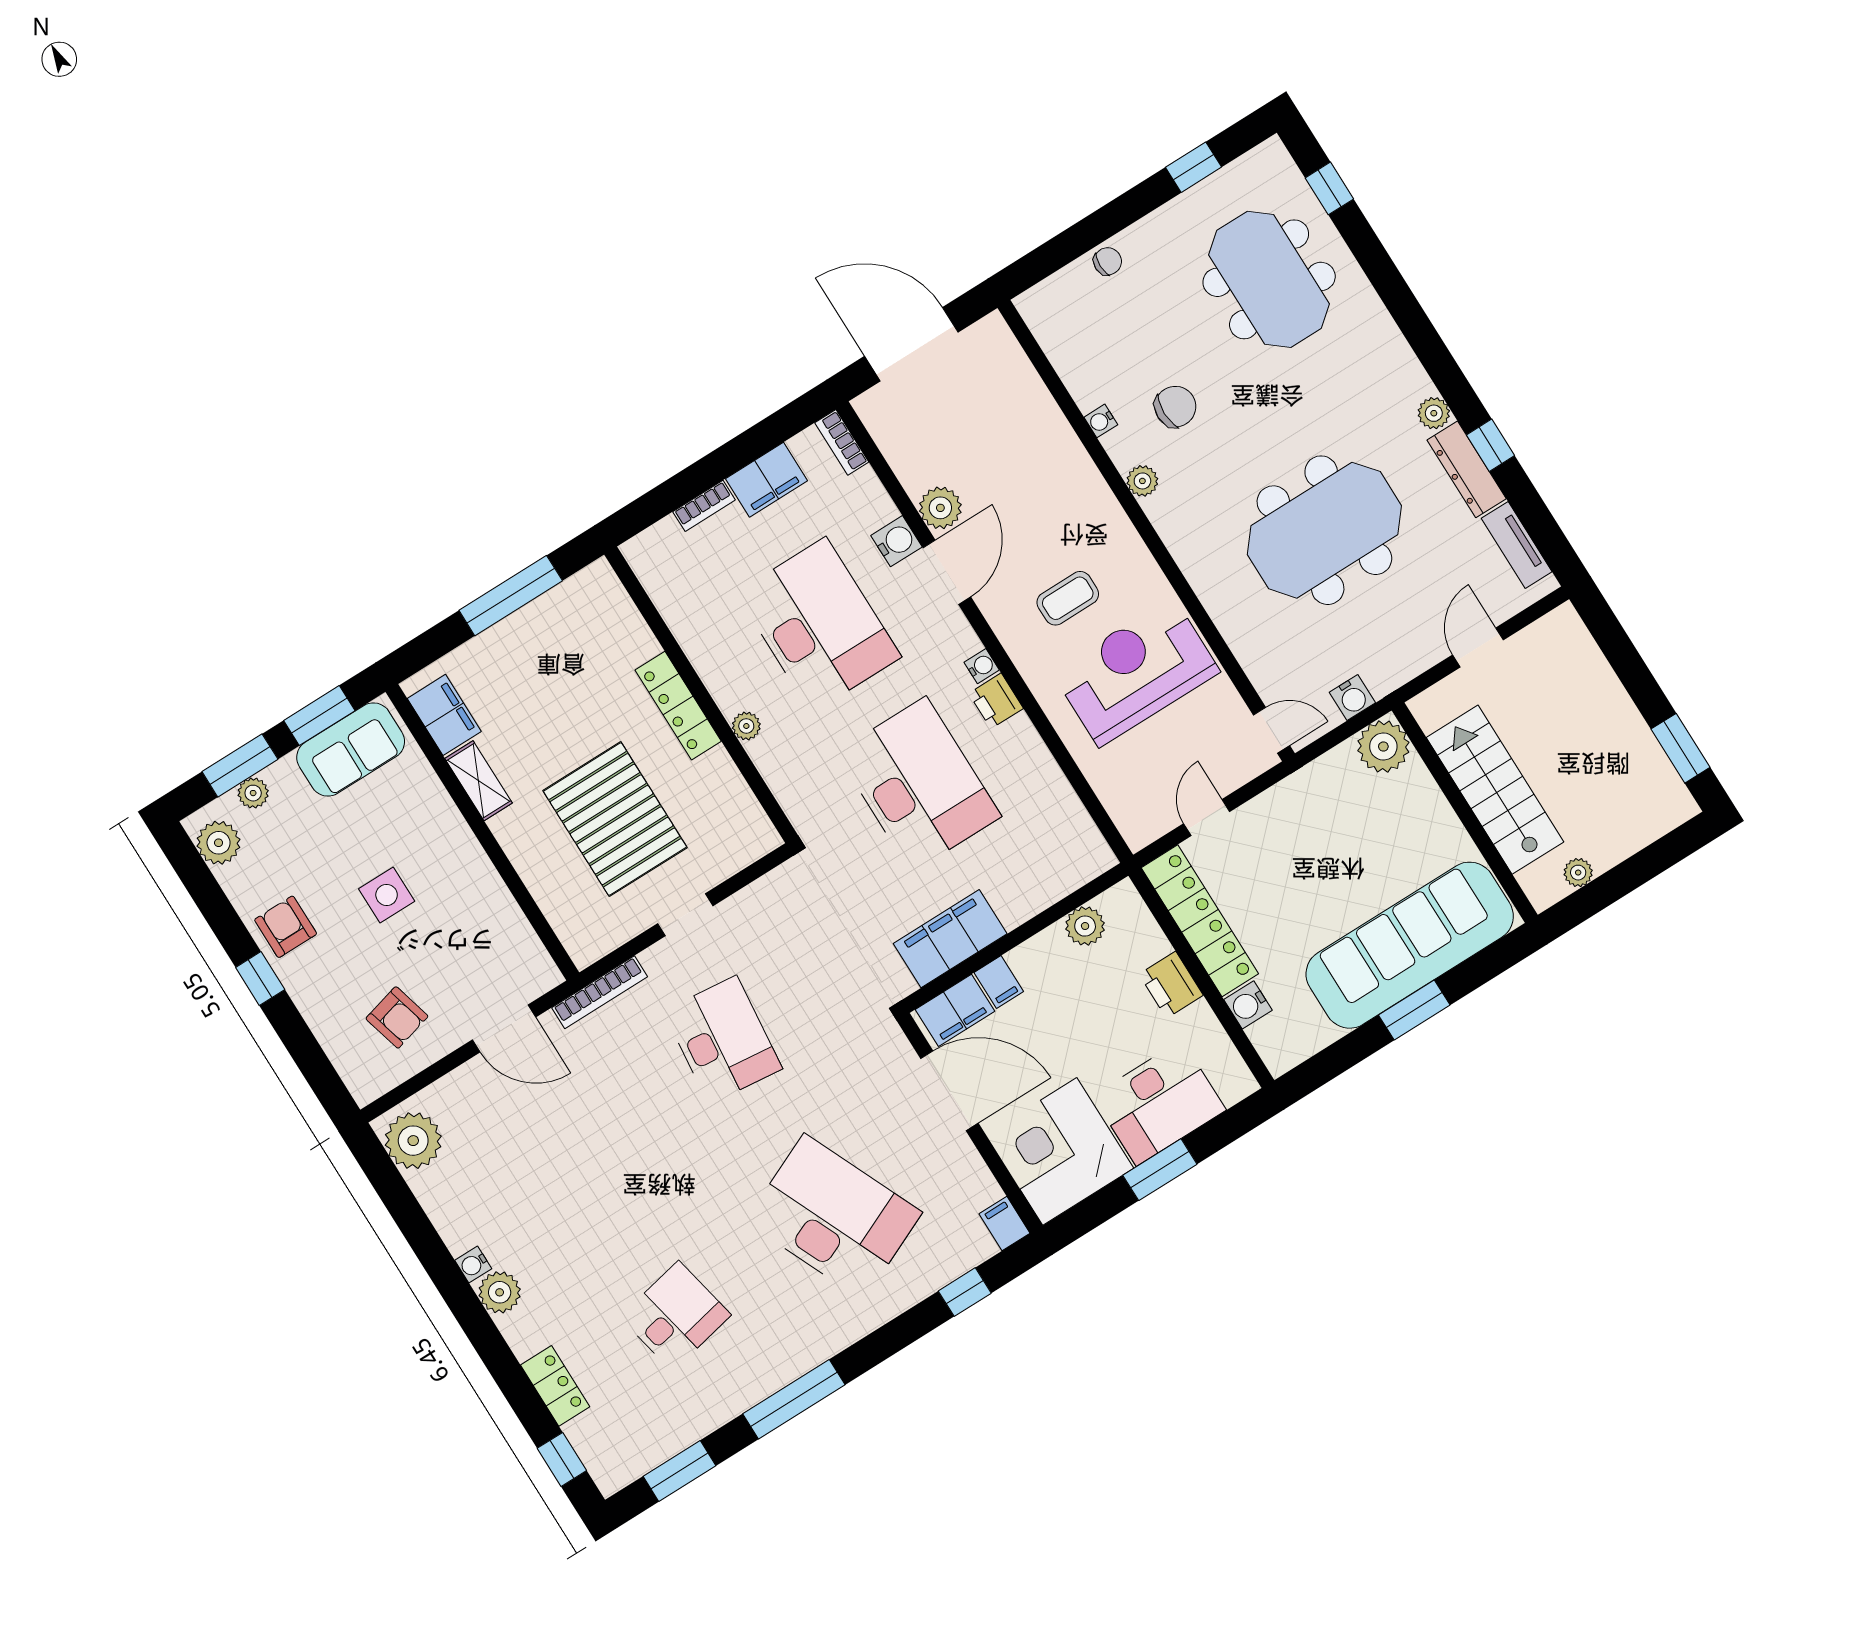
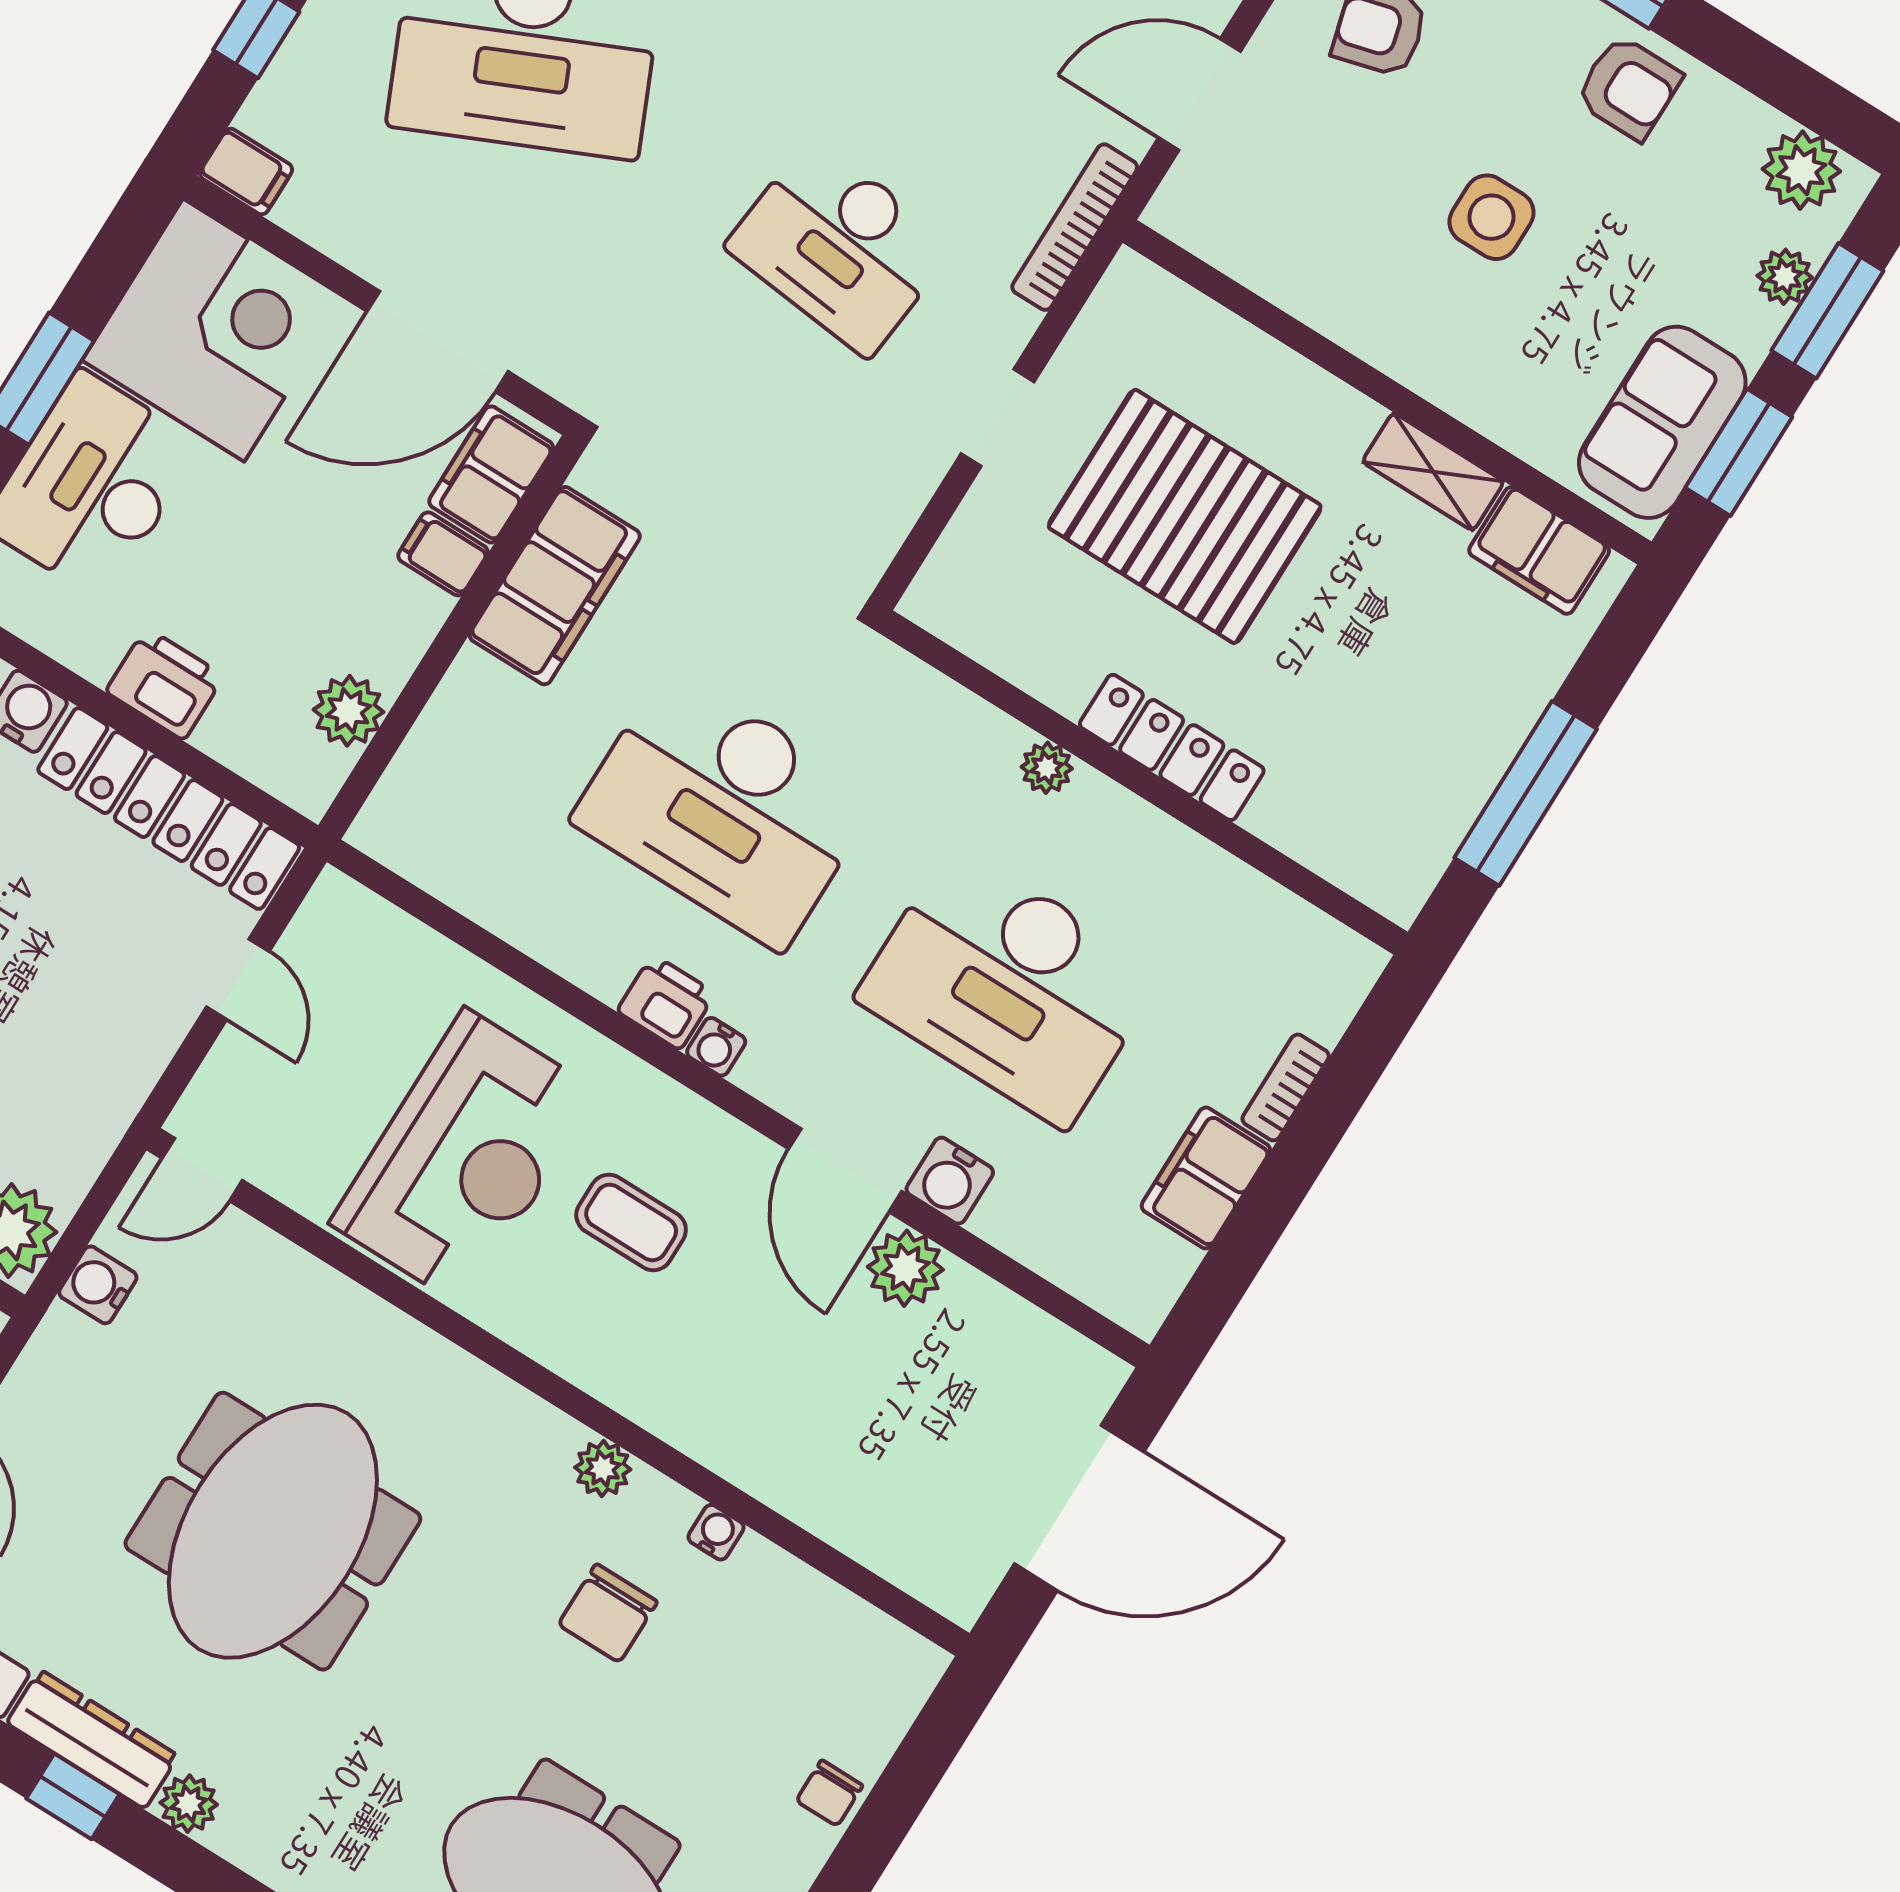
bookcase: (842, 442) -> (1114, 1297), removed
coffee table: (1068, 598) -> (631, 1222), turned 90

